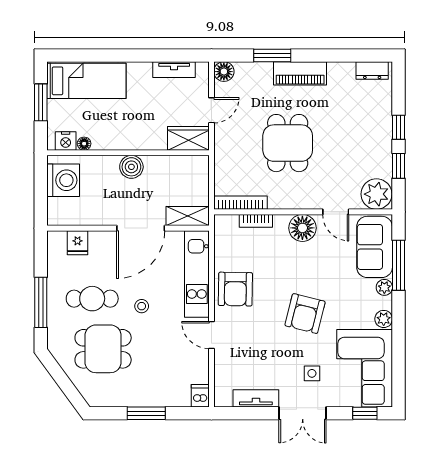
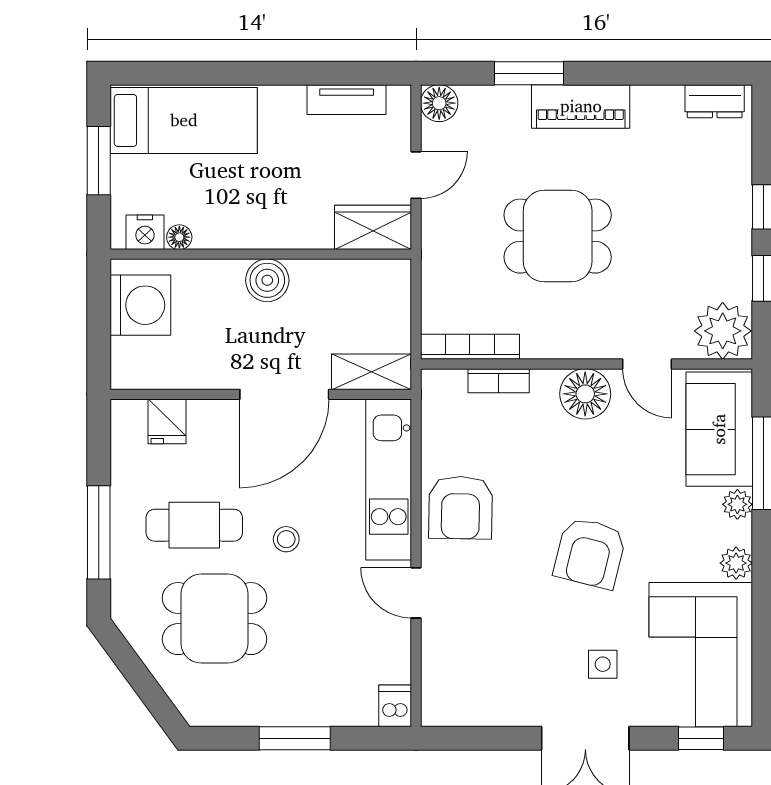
dining table: (288, 143) -> (558, 236), turned 90
tv unit: (256, 398) -> (499, 711), removed

